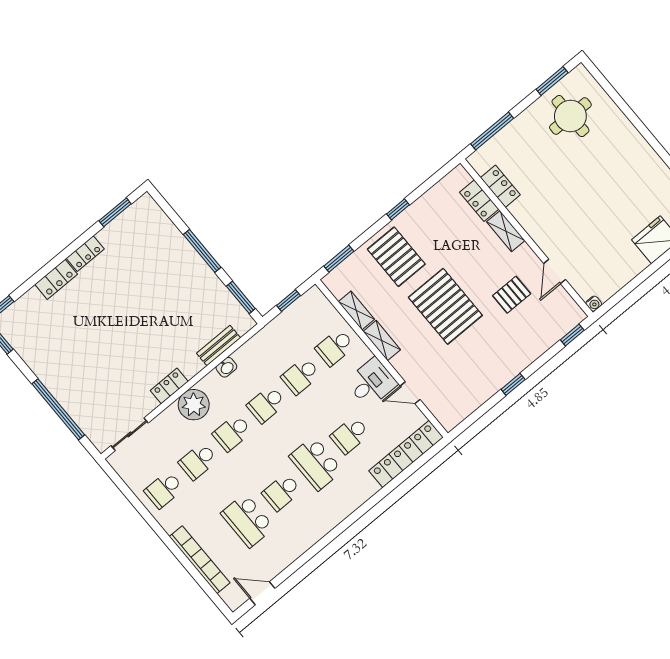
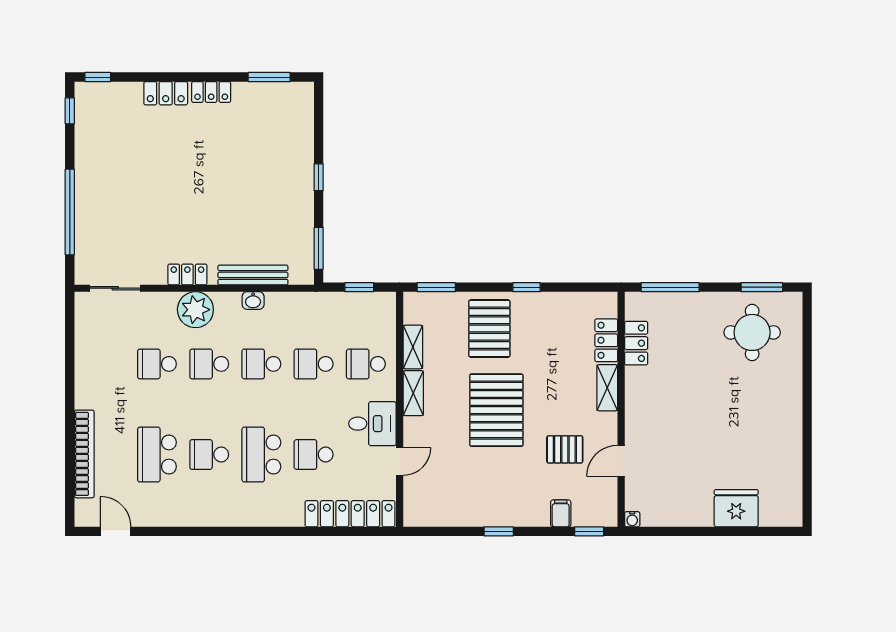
window: (202, 251) -> (319, 177), width x0.46
filing cabinet: (544, 339) -> (561, 513), added
bench: (218, 346) -> (253, 275), width x1.36
door: (410, 393) -> (400, 462), swing flipped
school desk: (164, 490) -> (105, 364), removed

